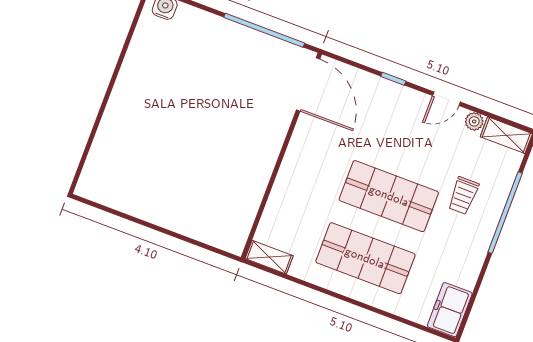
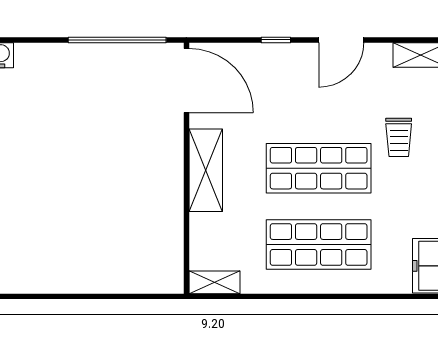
door: (446, 99) -> (341, 40), width x1.38
plant: (474, 121) -> (380, 53), removed
shelving: (296, 163) -> (206, 170), added

